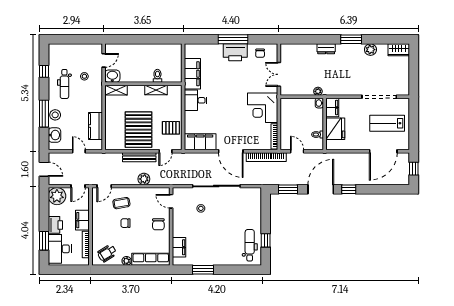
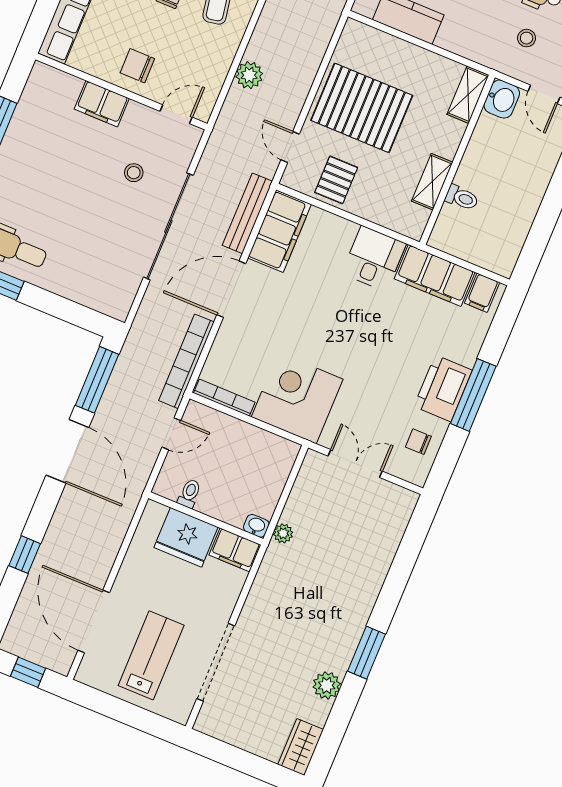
dresser: (326, 49) -> (368, 590), removed
filing cabinet: (191, 52) -> (482, 293), added
bench: (139, 157) -> (247, 213), moved
window: (288, 189) -> (97, 380), width x1.44
window: (349, 189) -> (25, 555), moved
filing cabinet: (179, 247) -> (102, 104), moved

